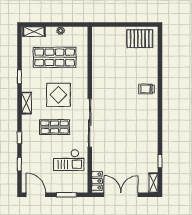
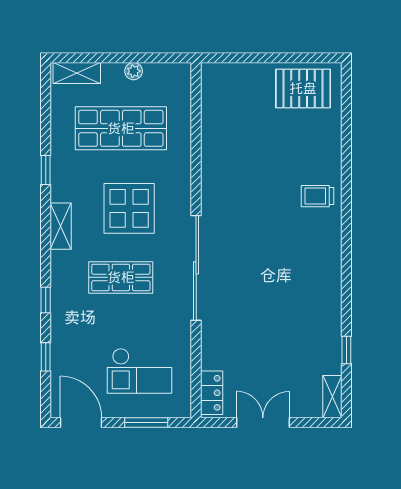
checkout: (69, 160) -> (139, 371), moved
double door: (121, 195) -> (263, 422), width x0.73

